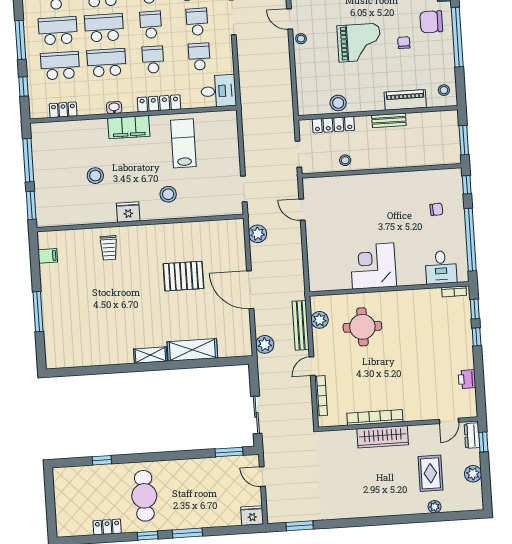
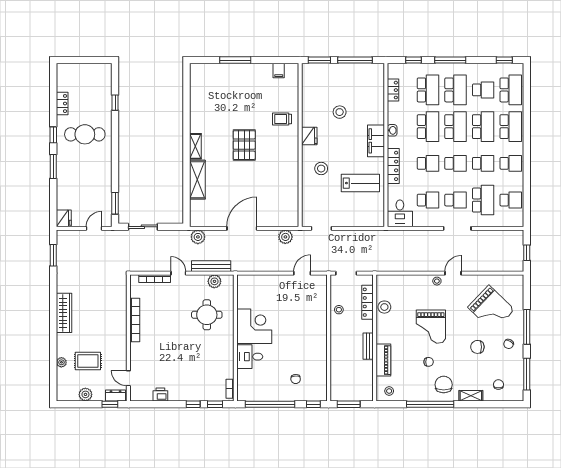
desk: (441, 267) -> (250, 357), moved
pallet: (183, 276) -> (244, 145), moved
wardrobe: (383, 437) -> (64, 313), moved, turned 180

